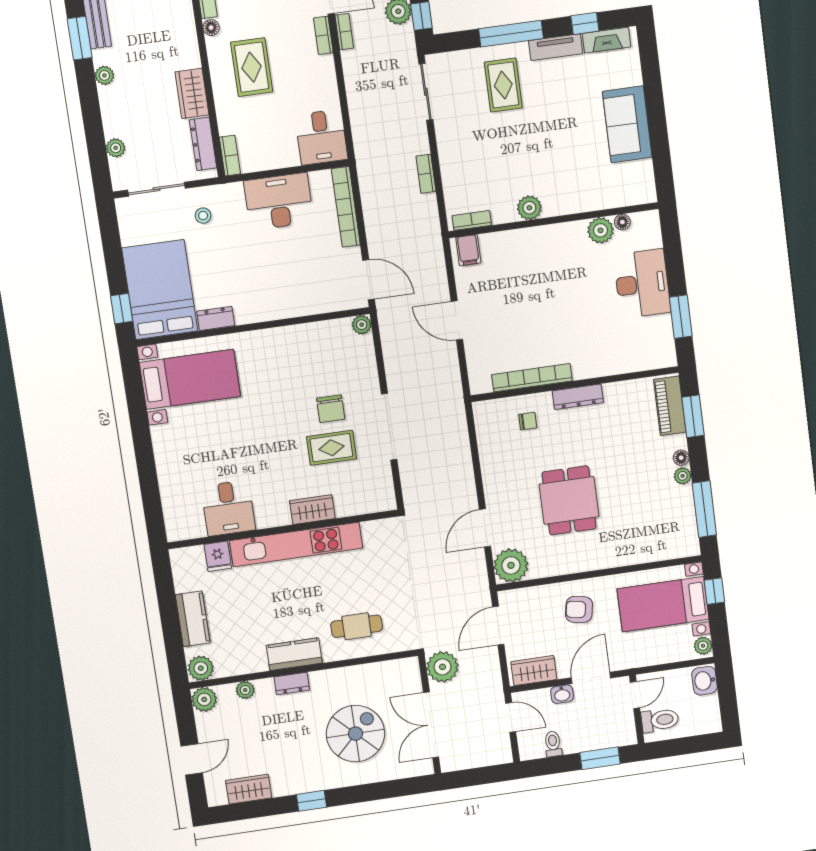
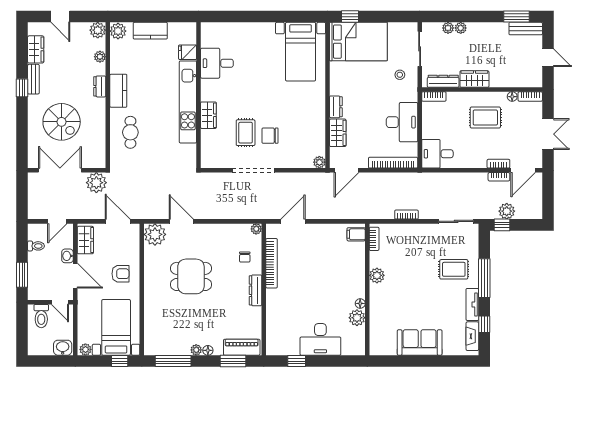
plant: (104, 75) -> (461, 28), moved
floor lamp: (622, 222) -> (360, 303), moved
wardrobe: (311, 302) -> (338, 133), added
window: (681, 317) -> (297, 361), width x0.67
dresser: (216, 318) -> (336, 107), moved
door: (457, 320) -> (293, 221), moved
plant: (481, 409) -> (256, 229), added
armchair: (579, 609) -> (120, 274), turned 80
bench: (295, 786) -> (33, 79), added

